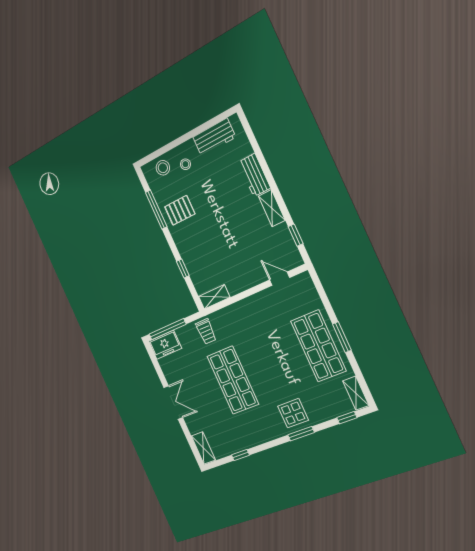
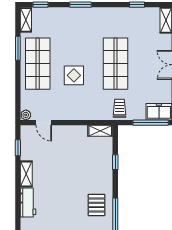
pallet: (180, 210) -> (97, 205), turned 90
plant: (304, 279) -> (26, 115), added
window: (342, 337) -> (18, 48), moved
display table: (293, 413) -> (74, 75), moved

